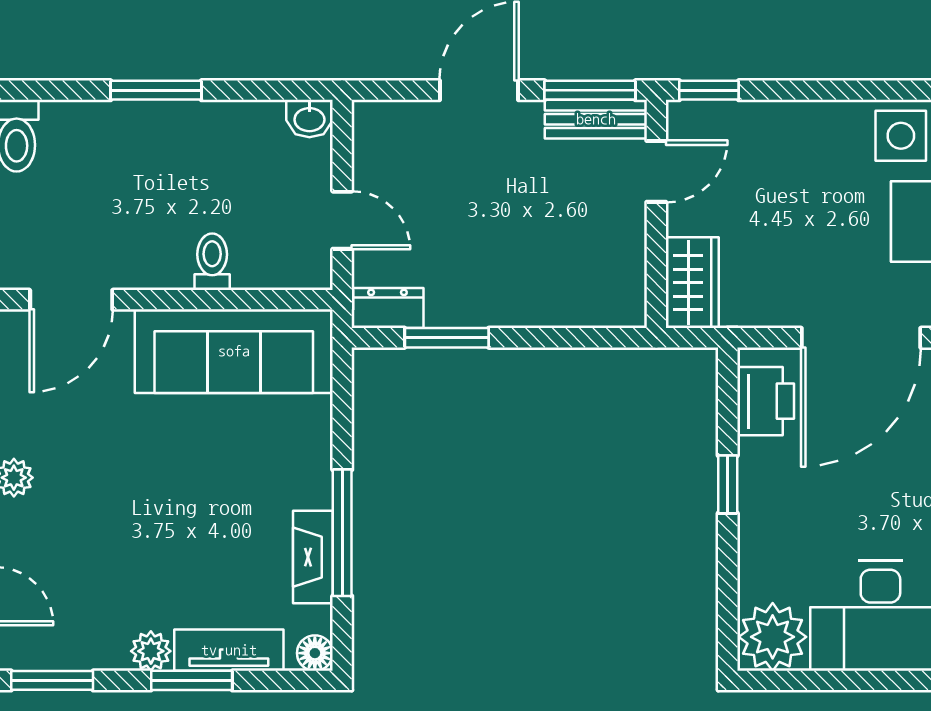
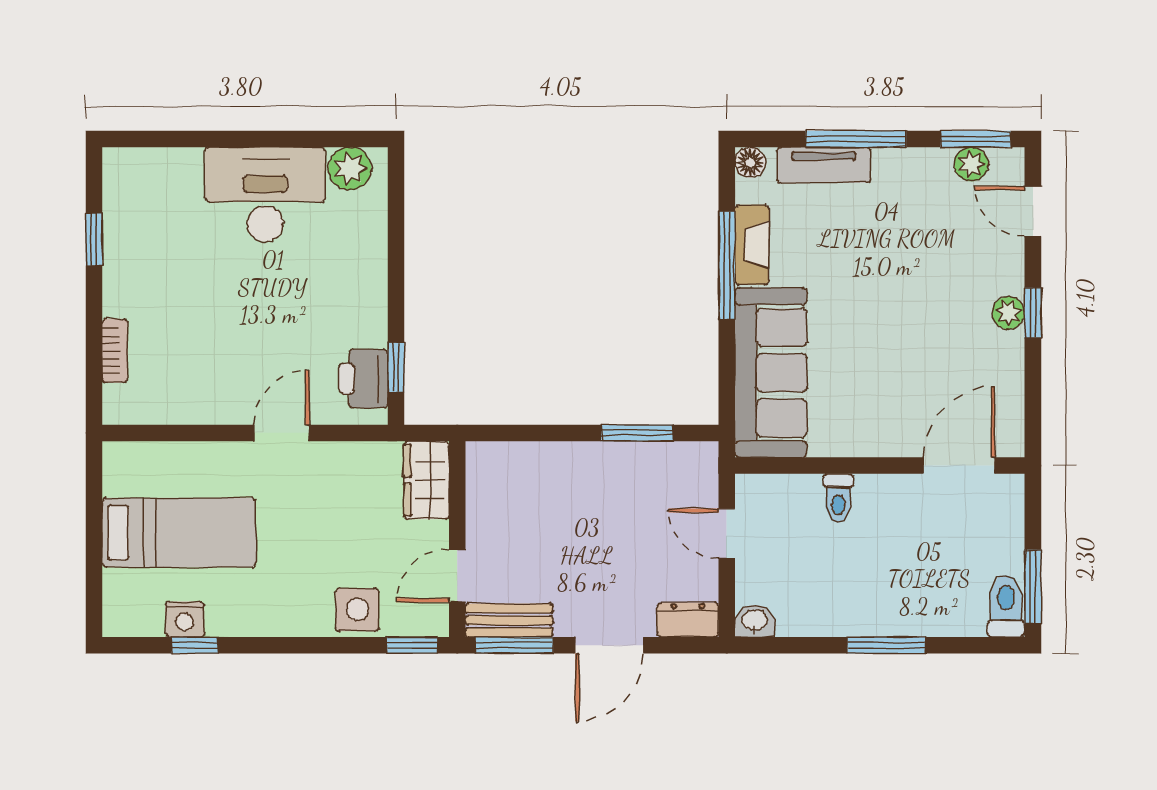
side table: (901, 136) -> (357, 610), moved
dresser: (387, 308) -> (688, 620), moved, turned 180
door: (861, 338) -> (282, 433), width x0.53
sofa: (234, 351) -> (771, 373), moved, turned 90
window: (728, 484) -> (396, 367), moved
plant: (773, 637) -> (350, 169), width x0.73, depth x0.73
plant: (151, 651) -> (971, 164), moved
window: (192, 680) -> (856, 139), width x1.44

